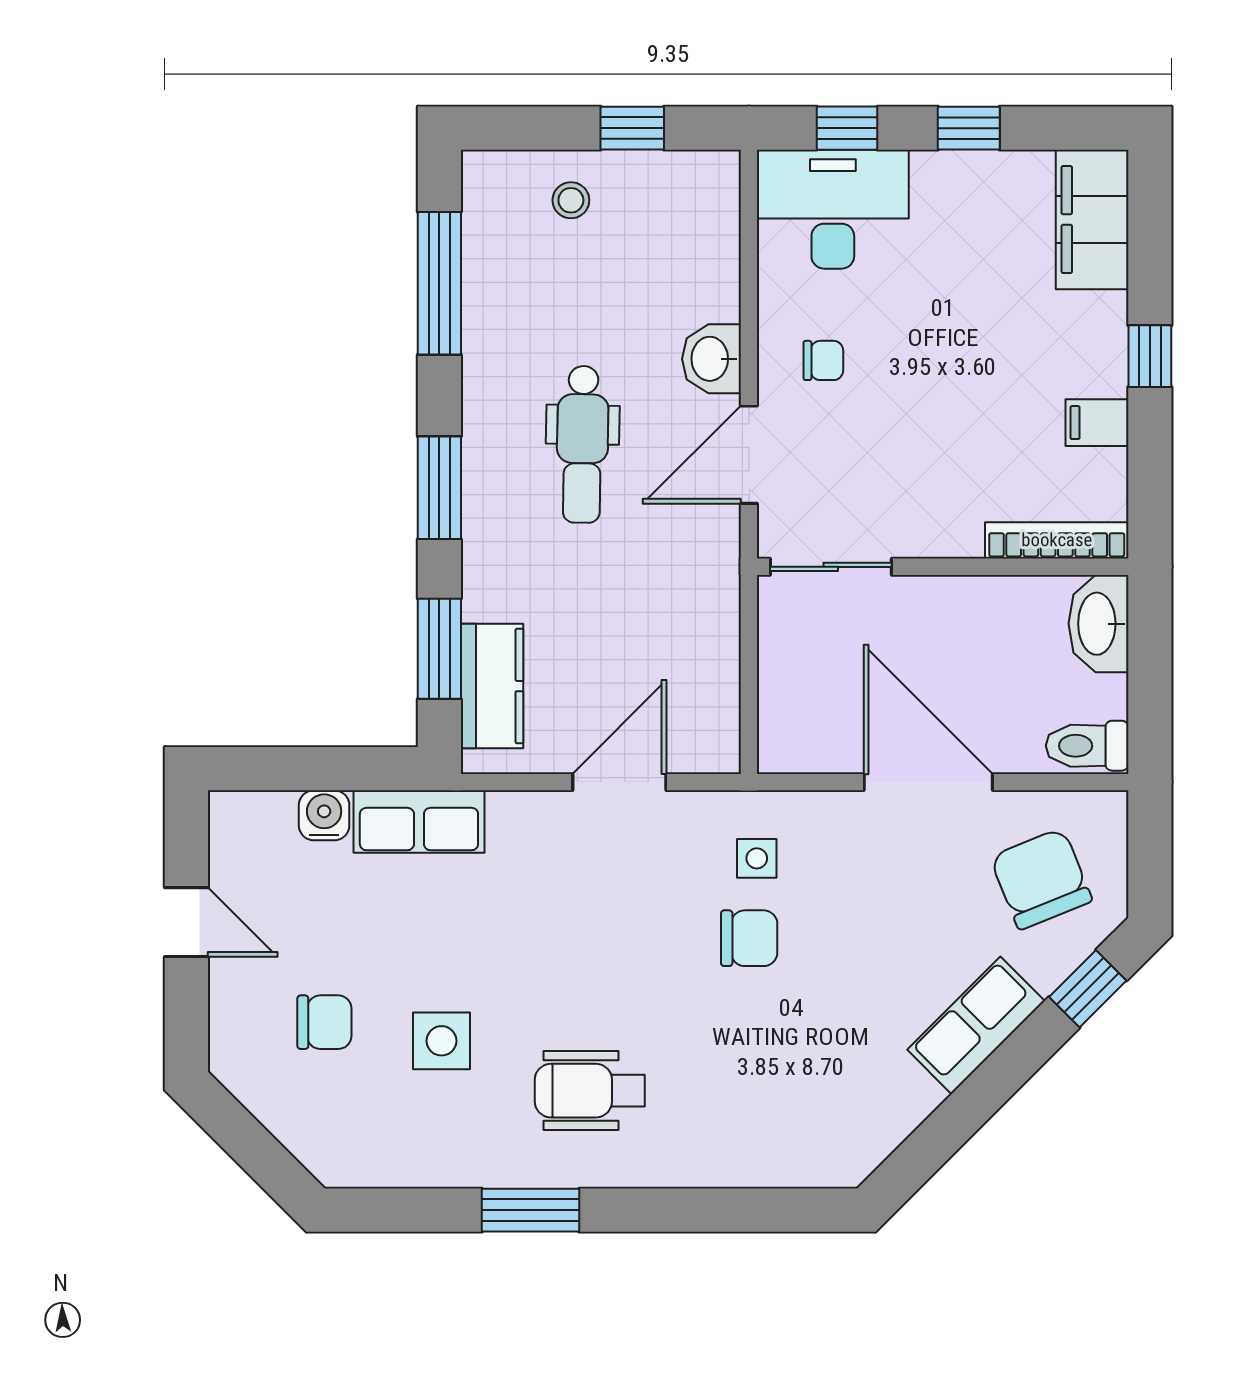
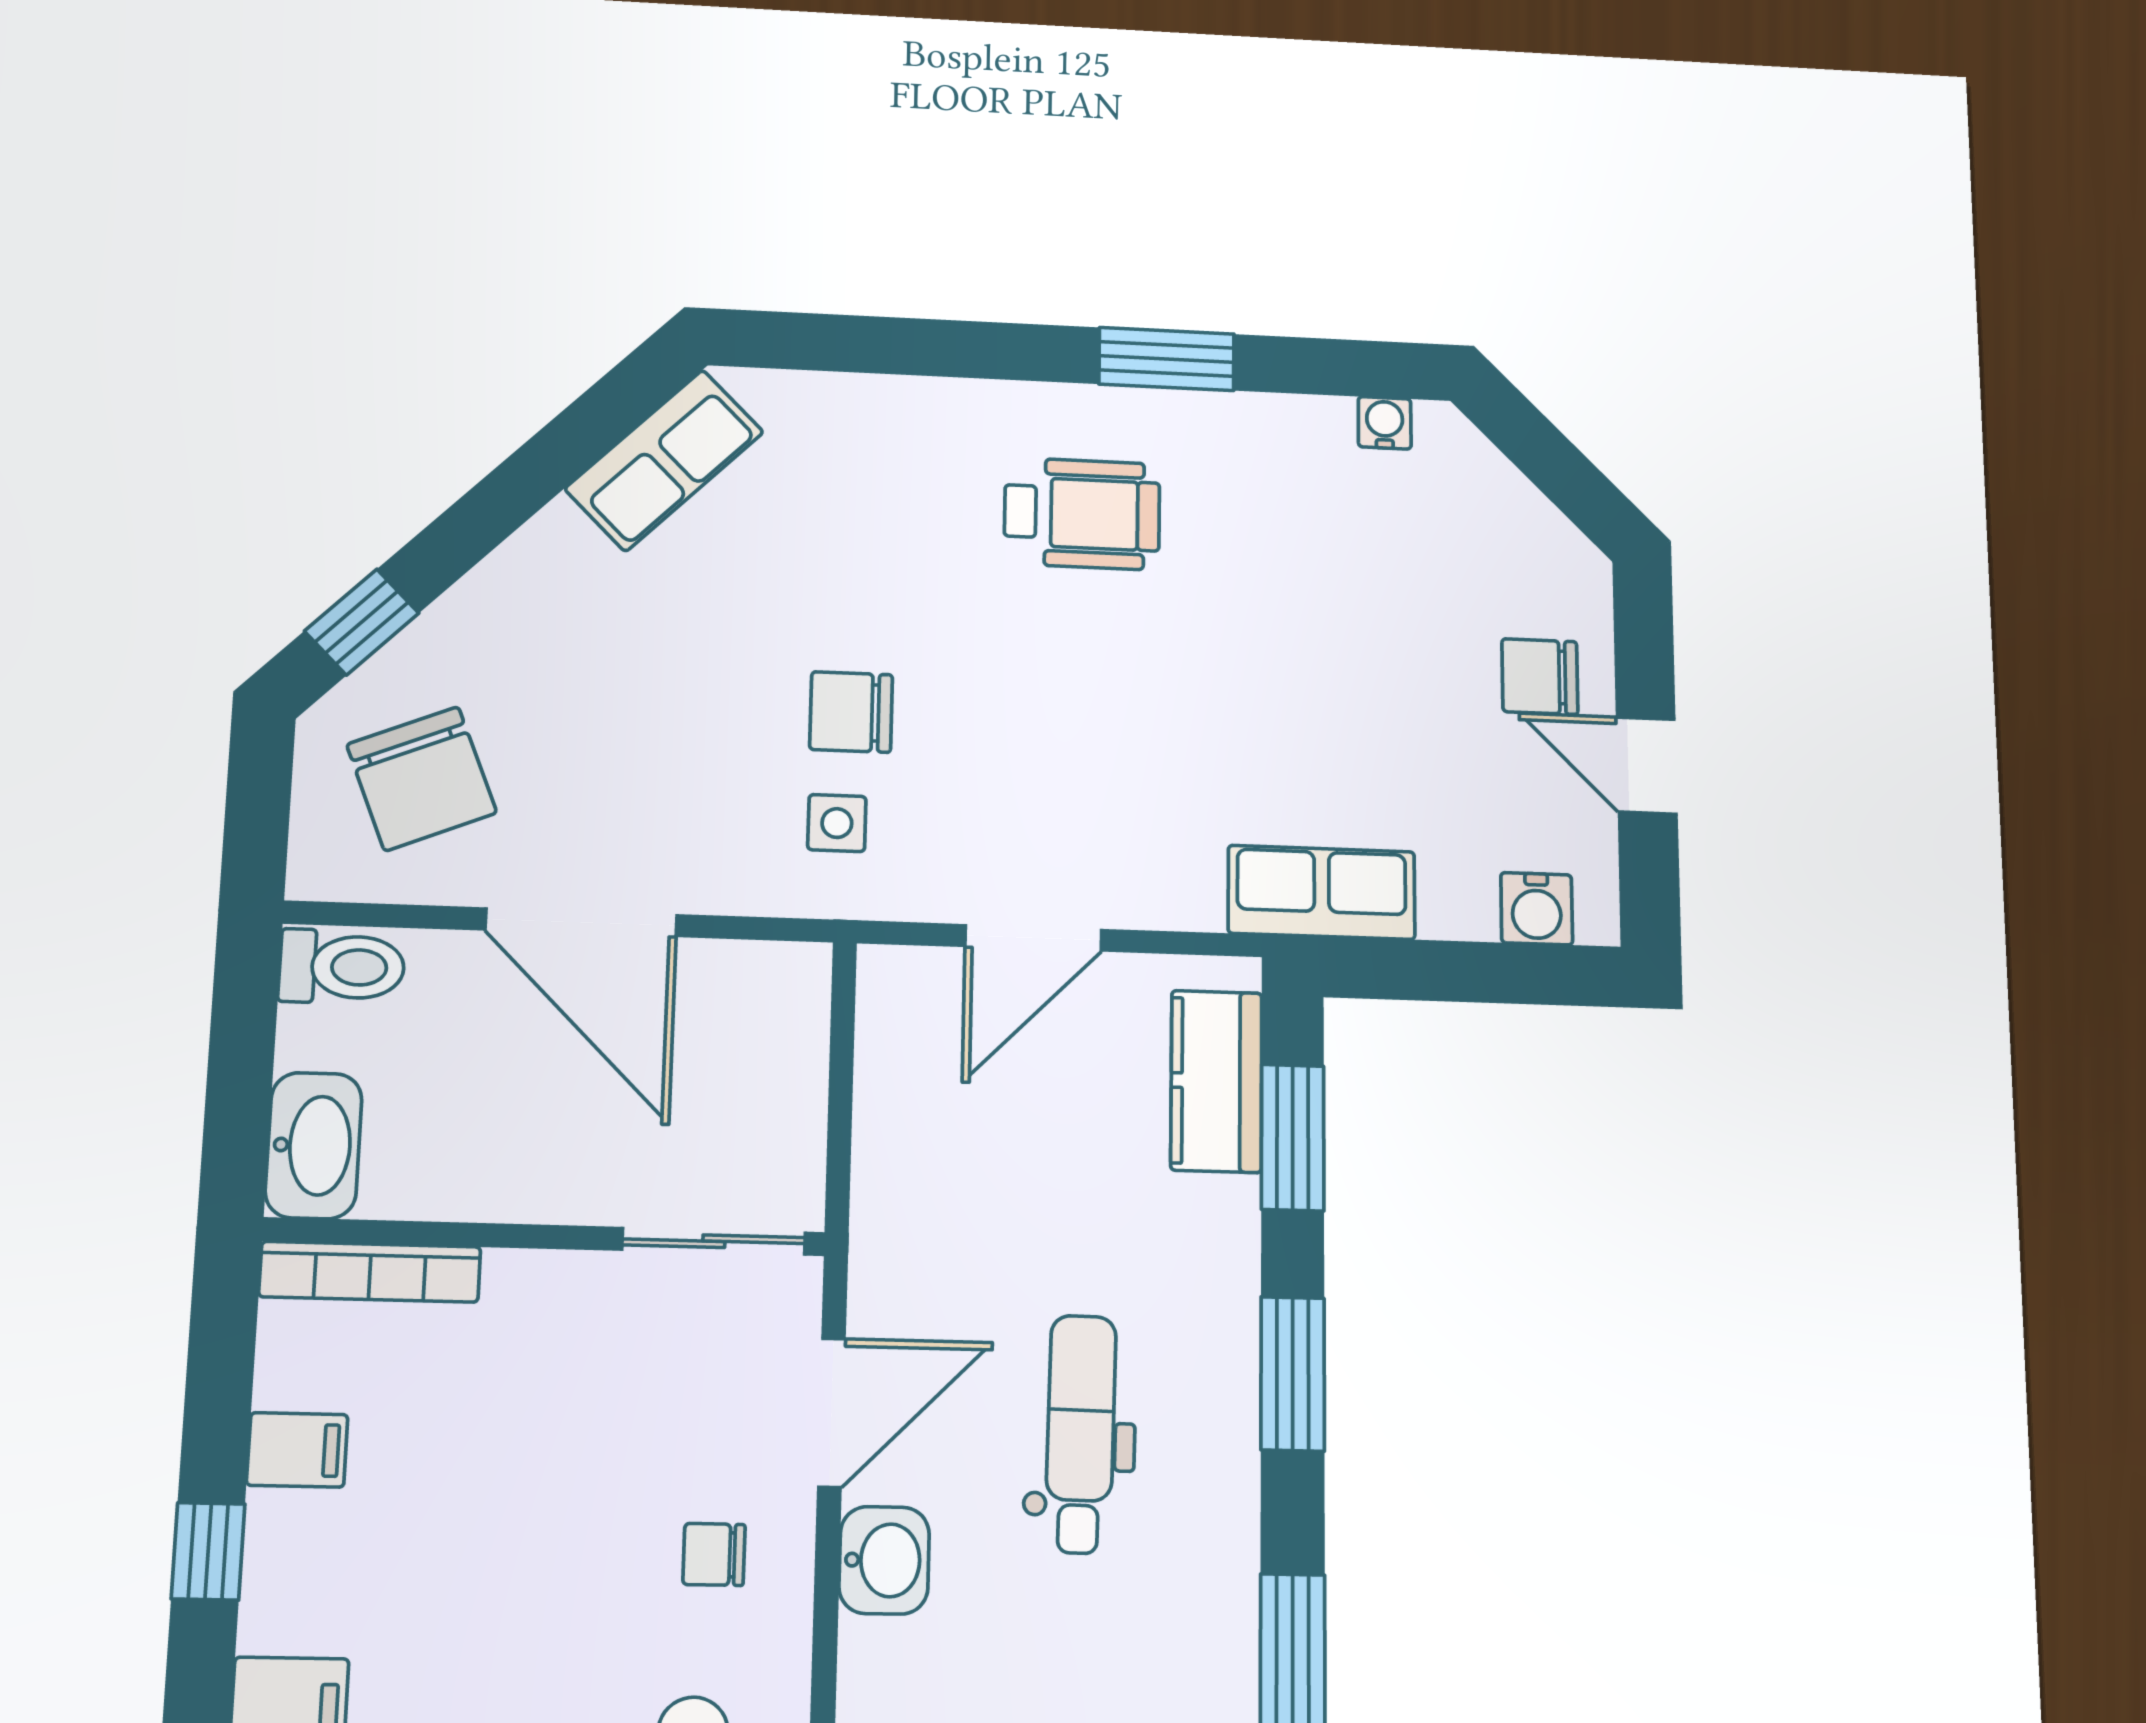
water cooler: (324, 815) -> (1537, 909), moved
chair: (324, 1022) -> (1540, 677), moved
row of seats: (976, 1025) -> (664, 460), moved
side table: (442, 1041) -> (1289, 590), removed
water cooler: (372, 1169) -> (1385, 423), added

